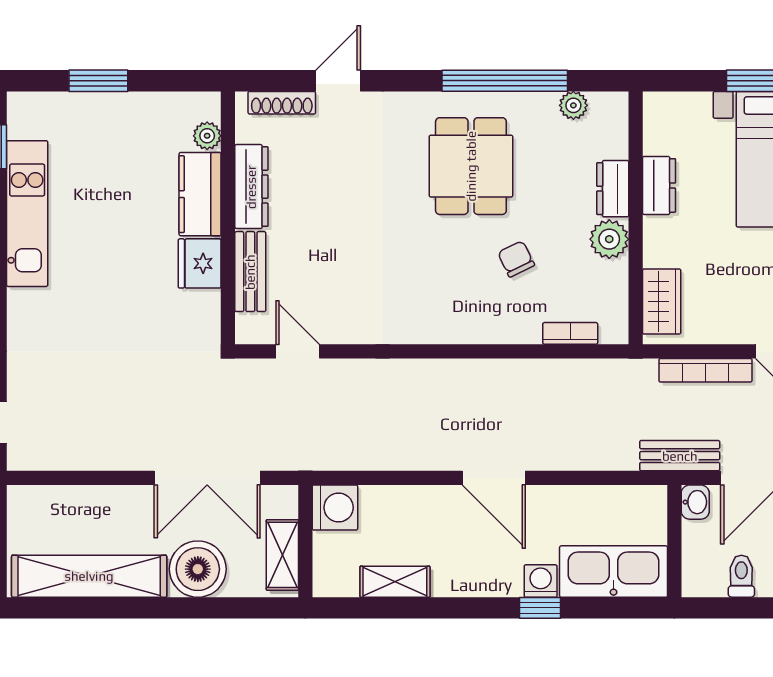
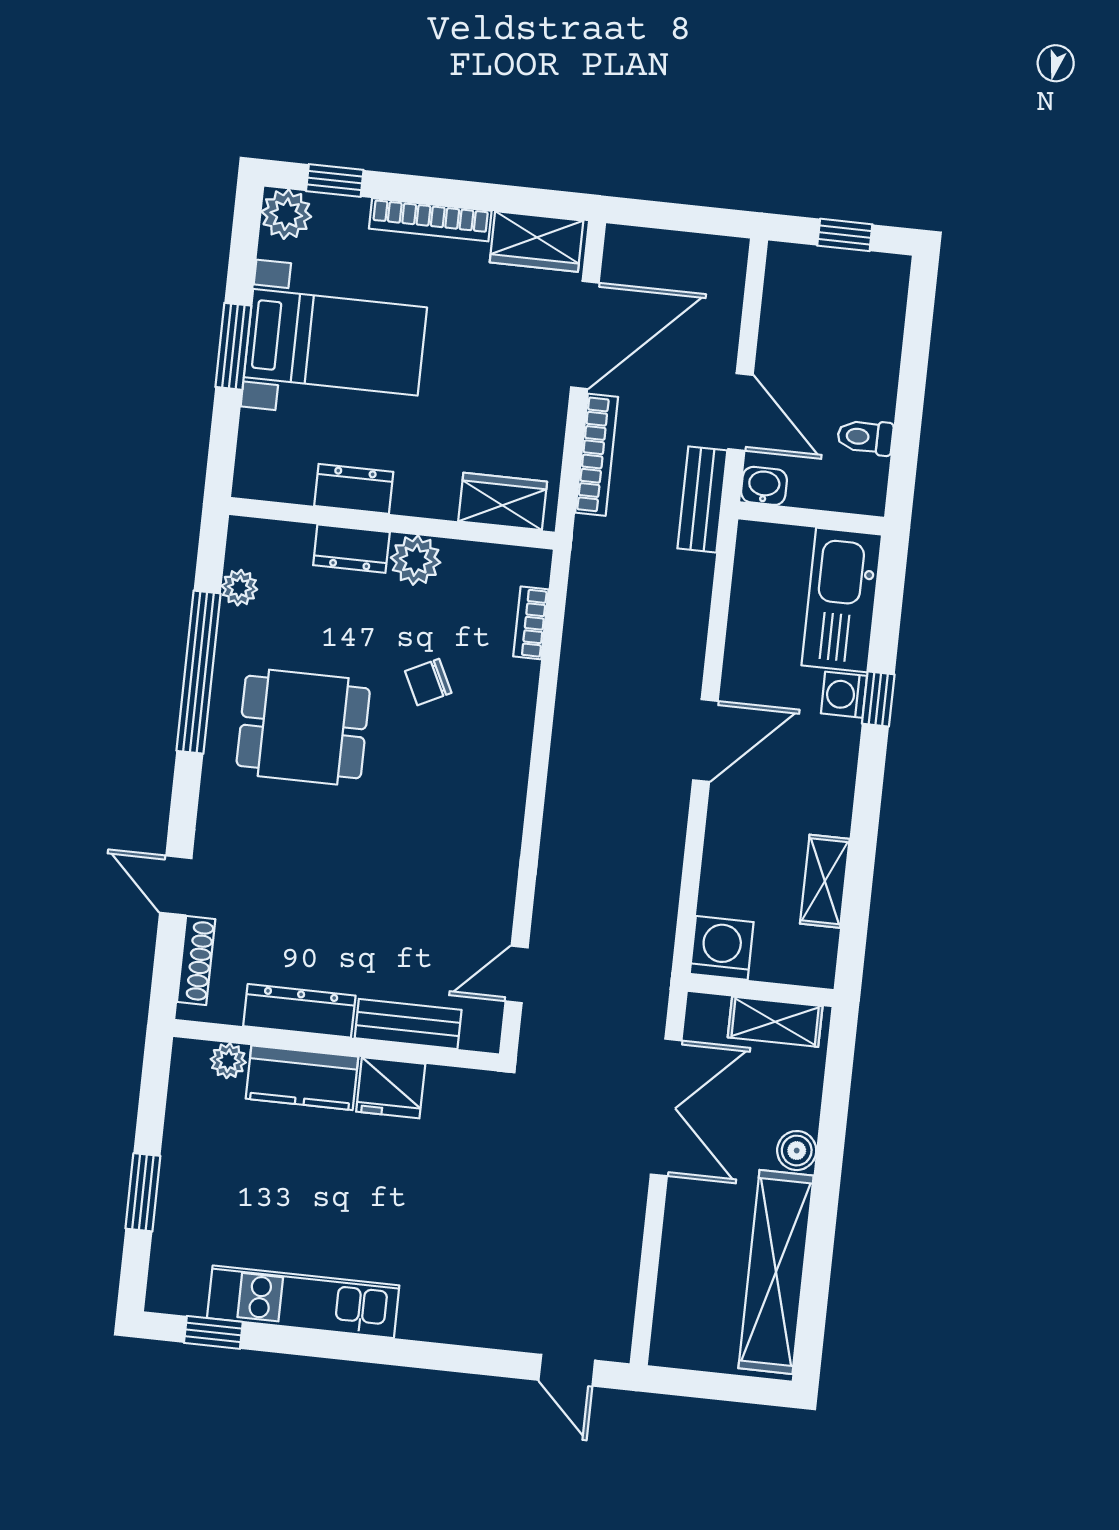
boiler: (198, 569) -> (797, 1151), width x0.54, depth x0.54

